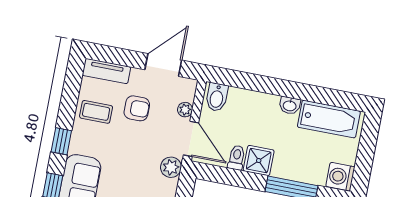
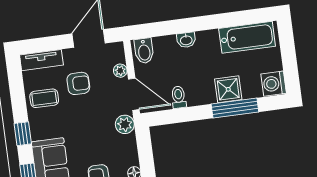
washbasin: (290, 105) -> (186, 40), moved
shower: (259, 161) -> (228, 89), moved

